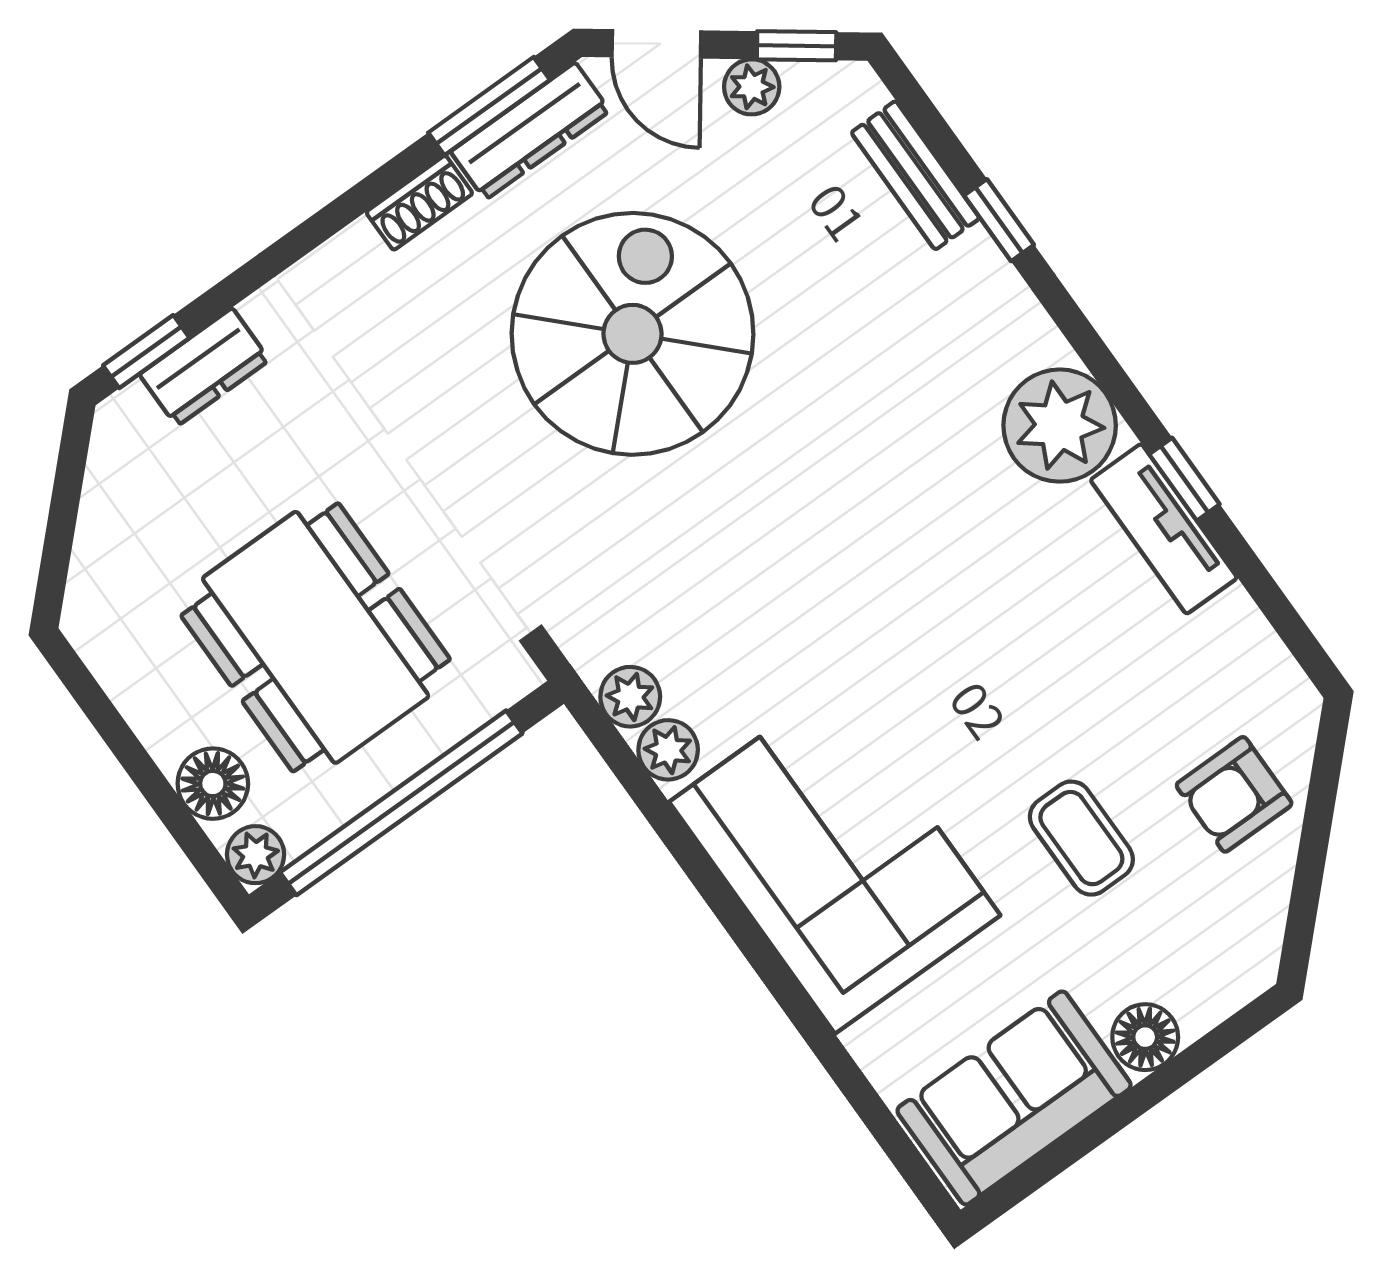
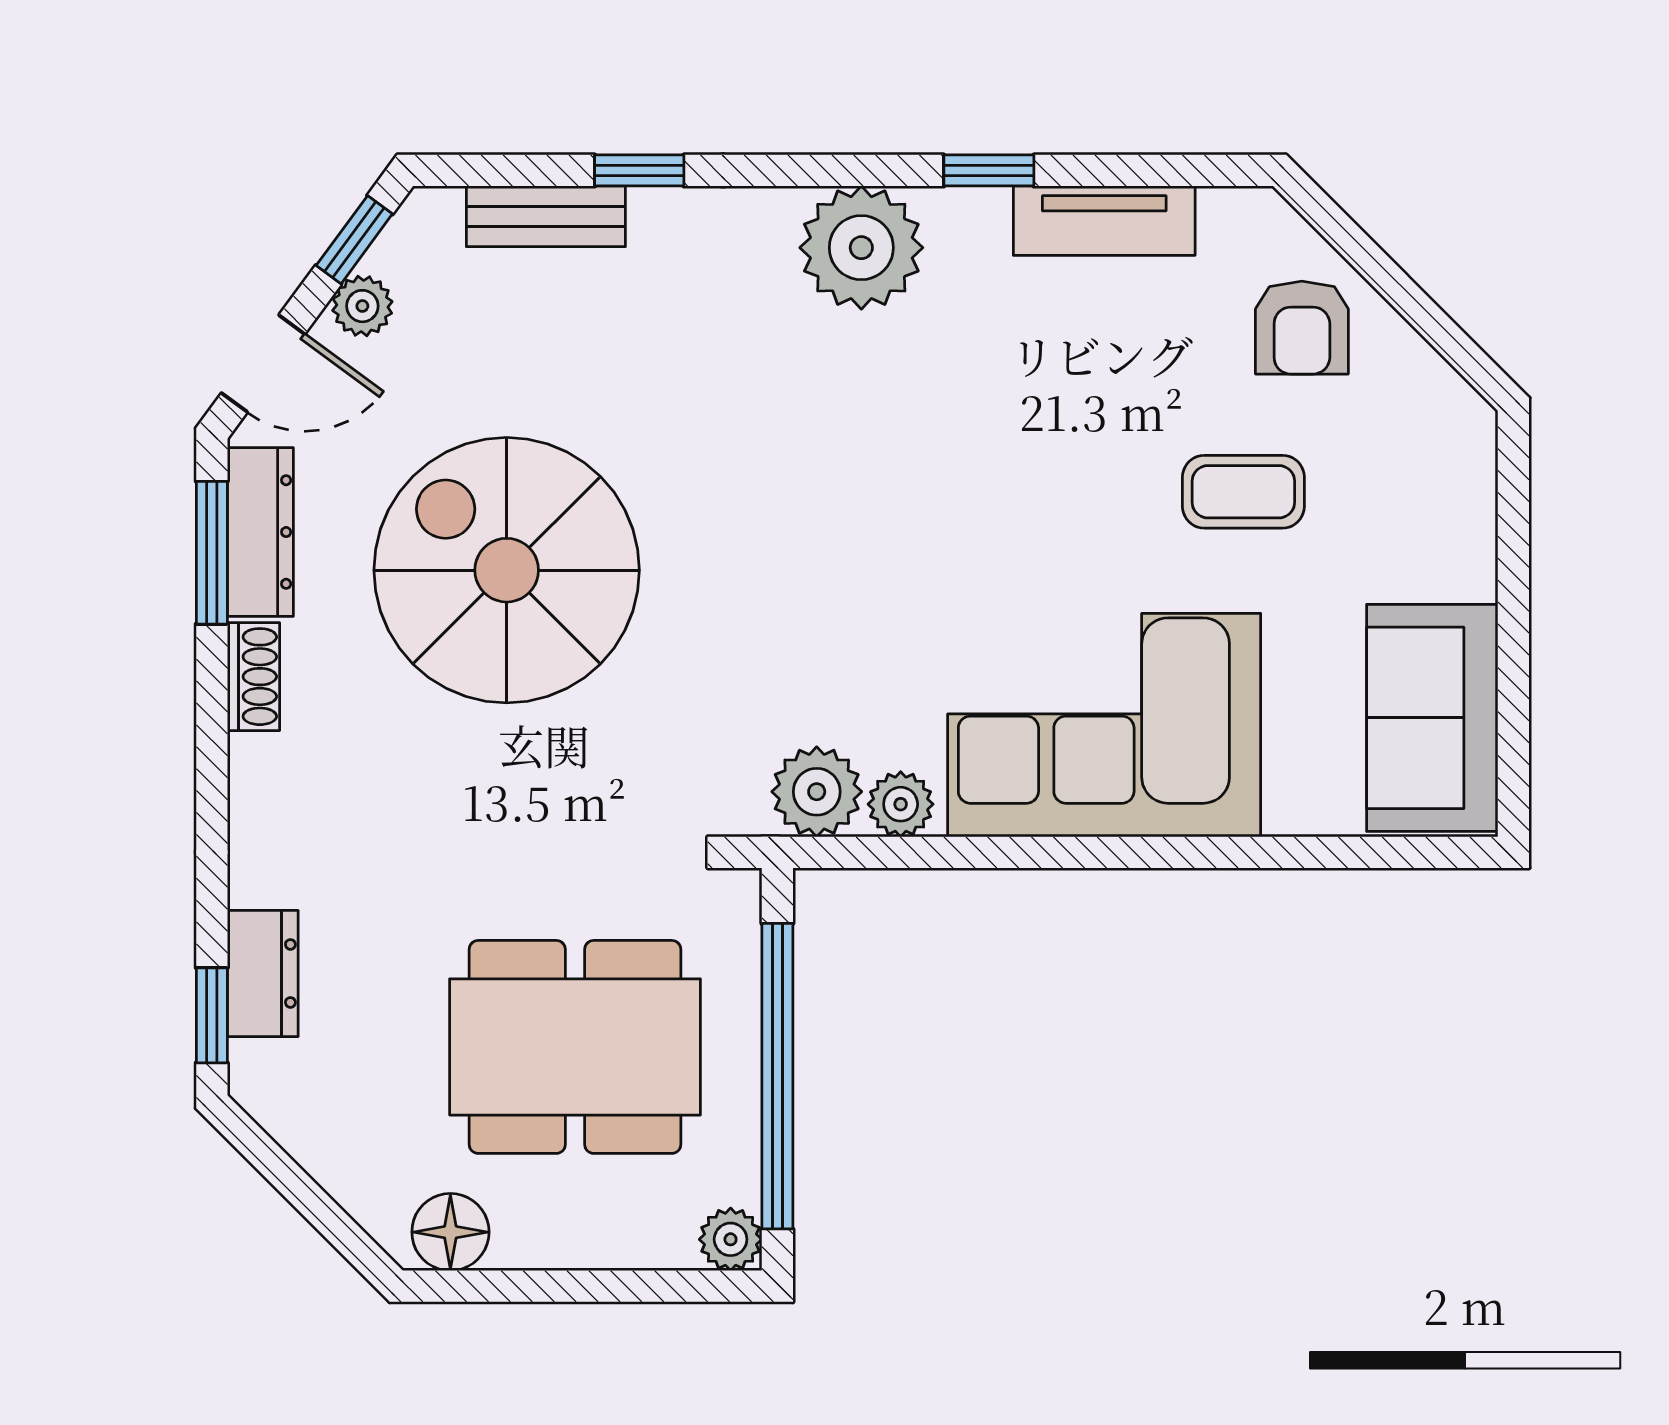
tv unit: (1164, 529) -> (1104, 221), moved
plant: (630, 697) -> (817, 792), width x1.38, depth x1.38
floor lamp: (213, 784) -> (450, 1232), moved
floor lamp: (1145, 1037) -> (1462, 562), removed

